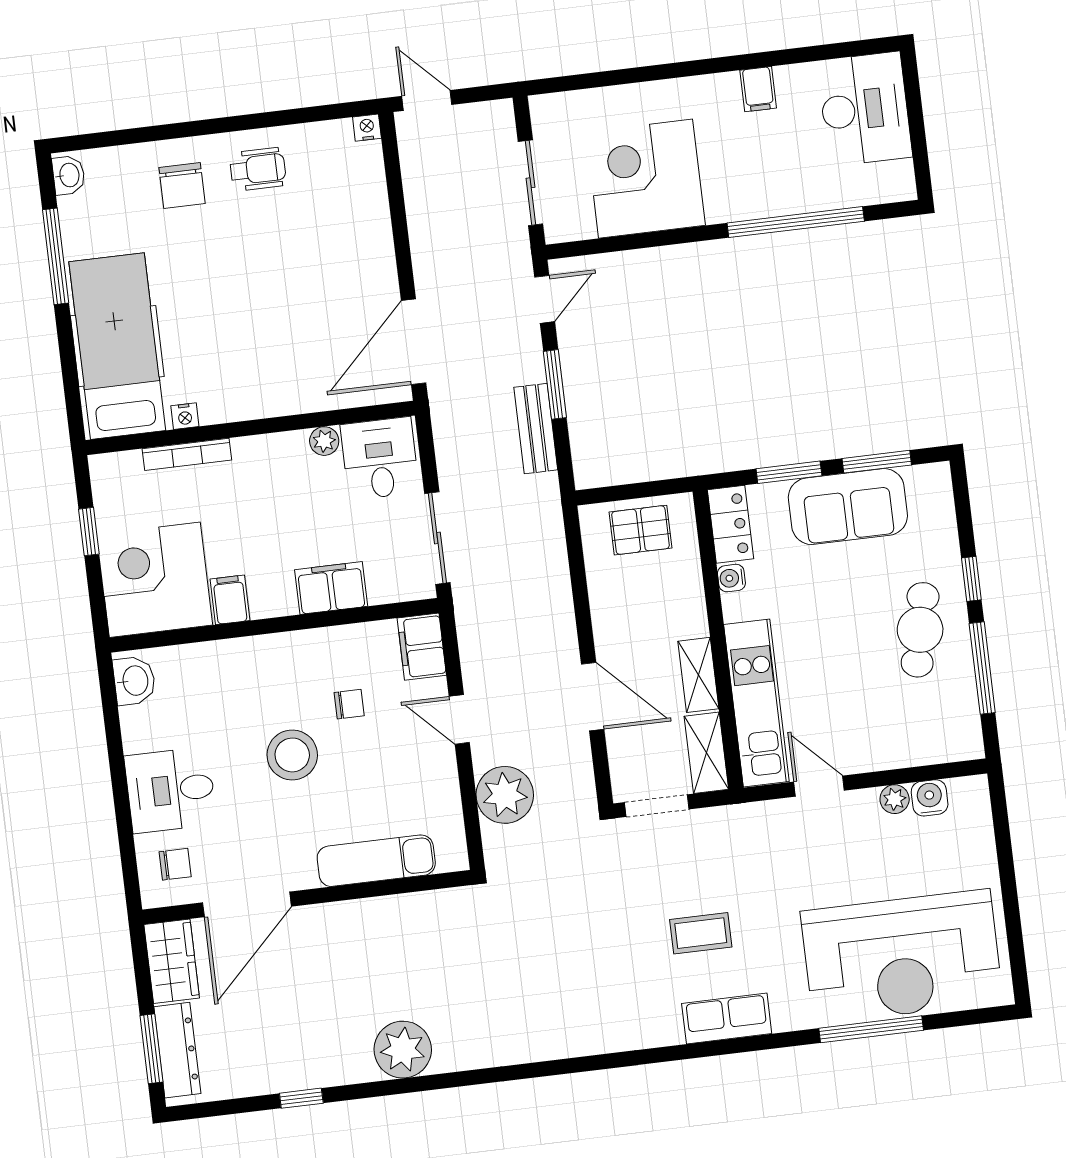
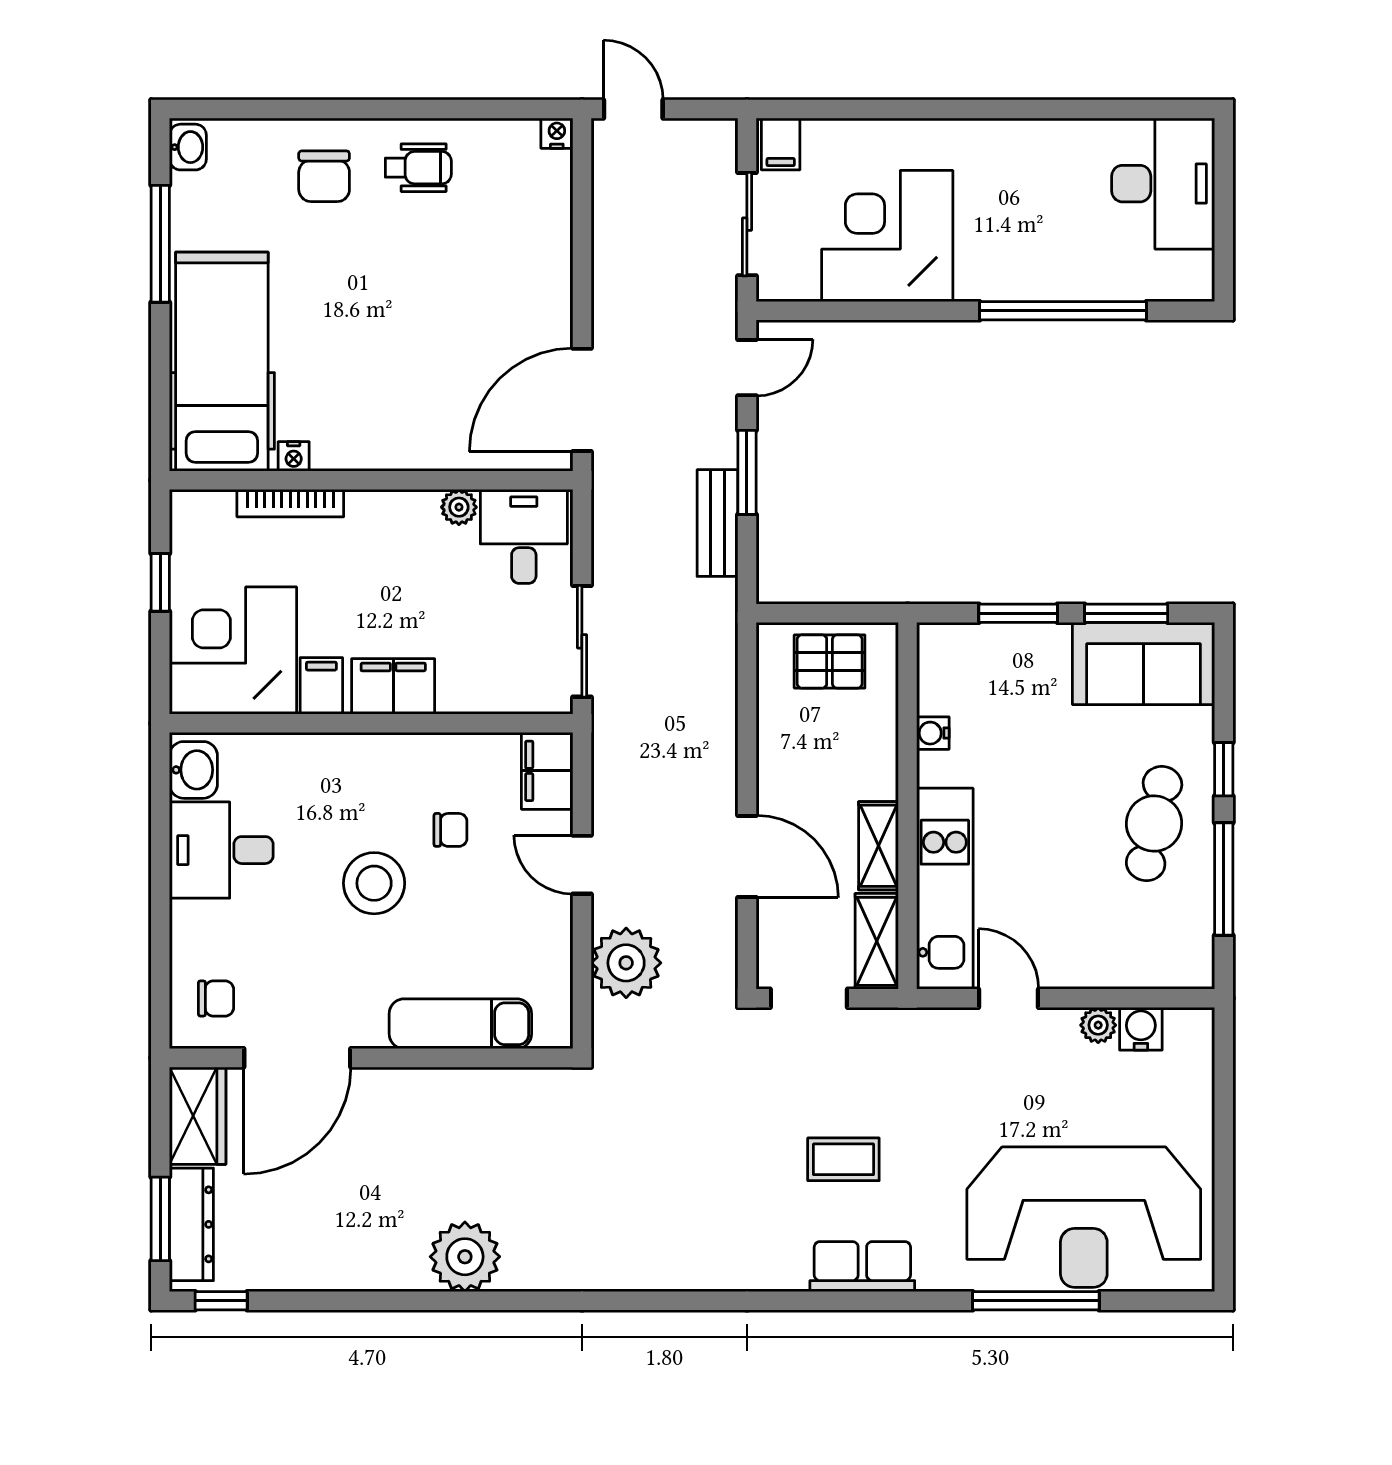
filing cabinet: (758, 89) -> (781, 144), moved
sofa: (848, 507) -> (1144, 663), moved
locker: (731, 524) -> (940, 668), removed
filing cabinet: (331, 588) -> (393, 686), moved
desk: (171, 790) -> (221, 850), moved
window: (301, 1098) -> (221, 1301), moved

